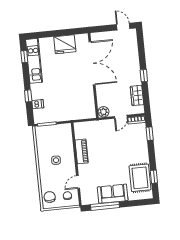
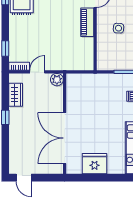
piano: (82, 151) -> (87, 22), moved

